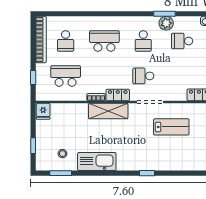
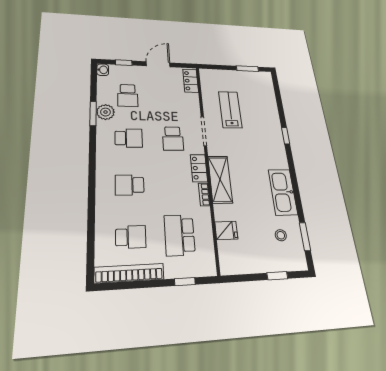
school desk: (104, 41) -> (130, 185), width x0.54
fridge: (43, 111) -> (226, 230), moved

